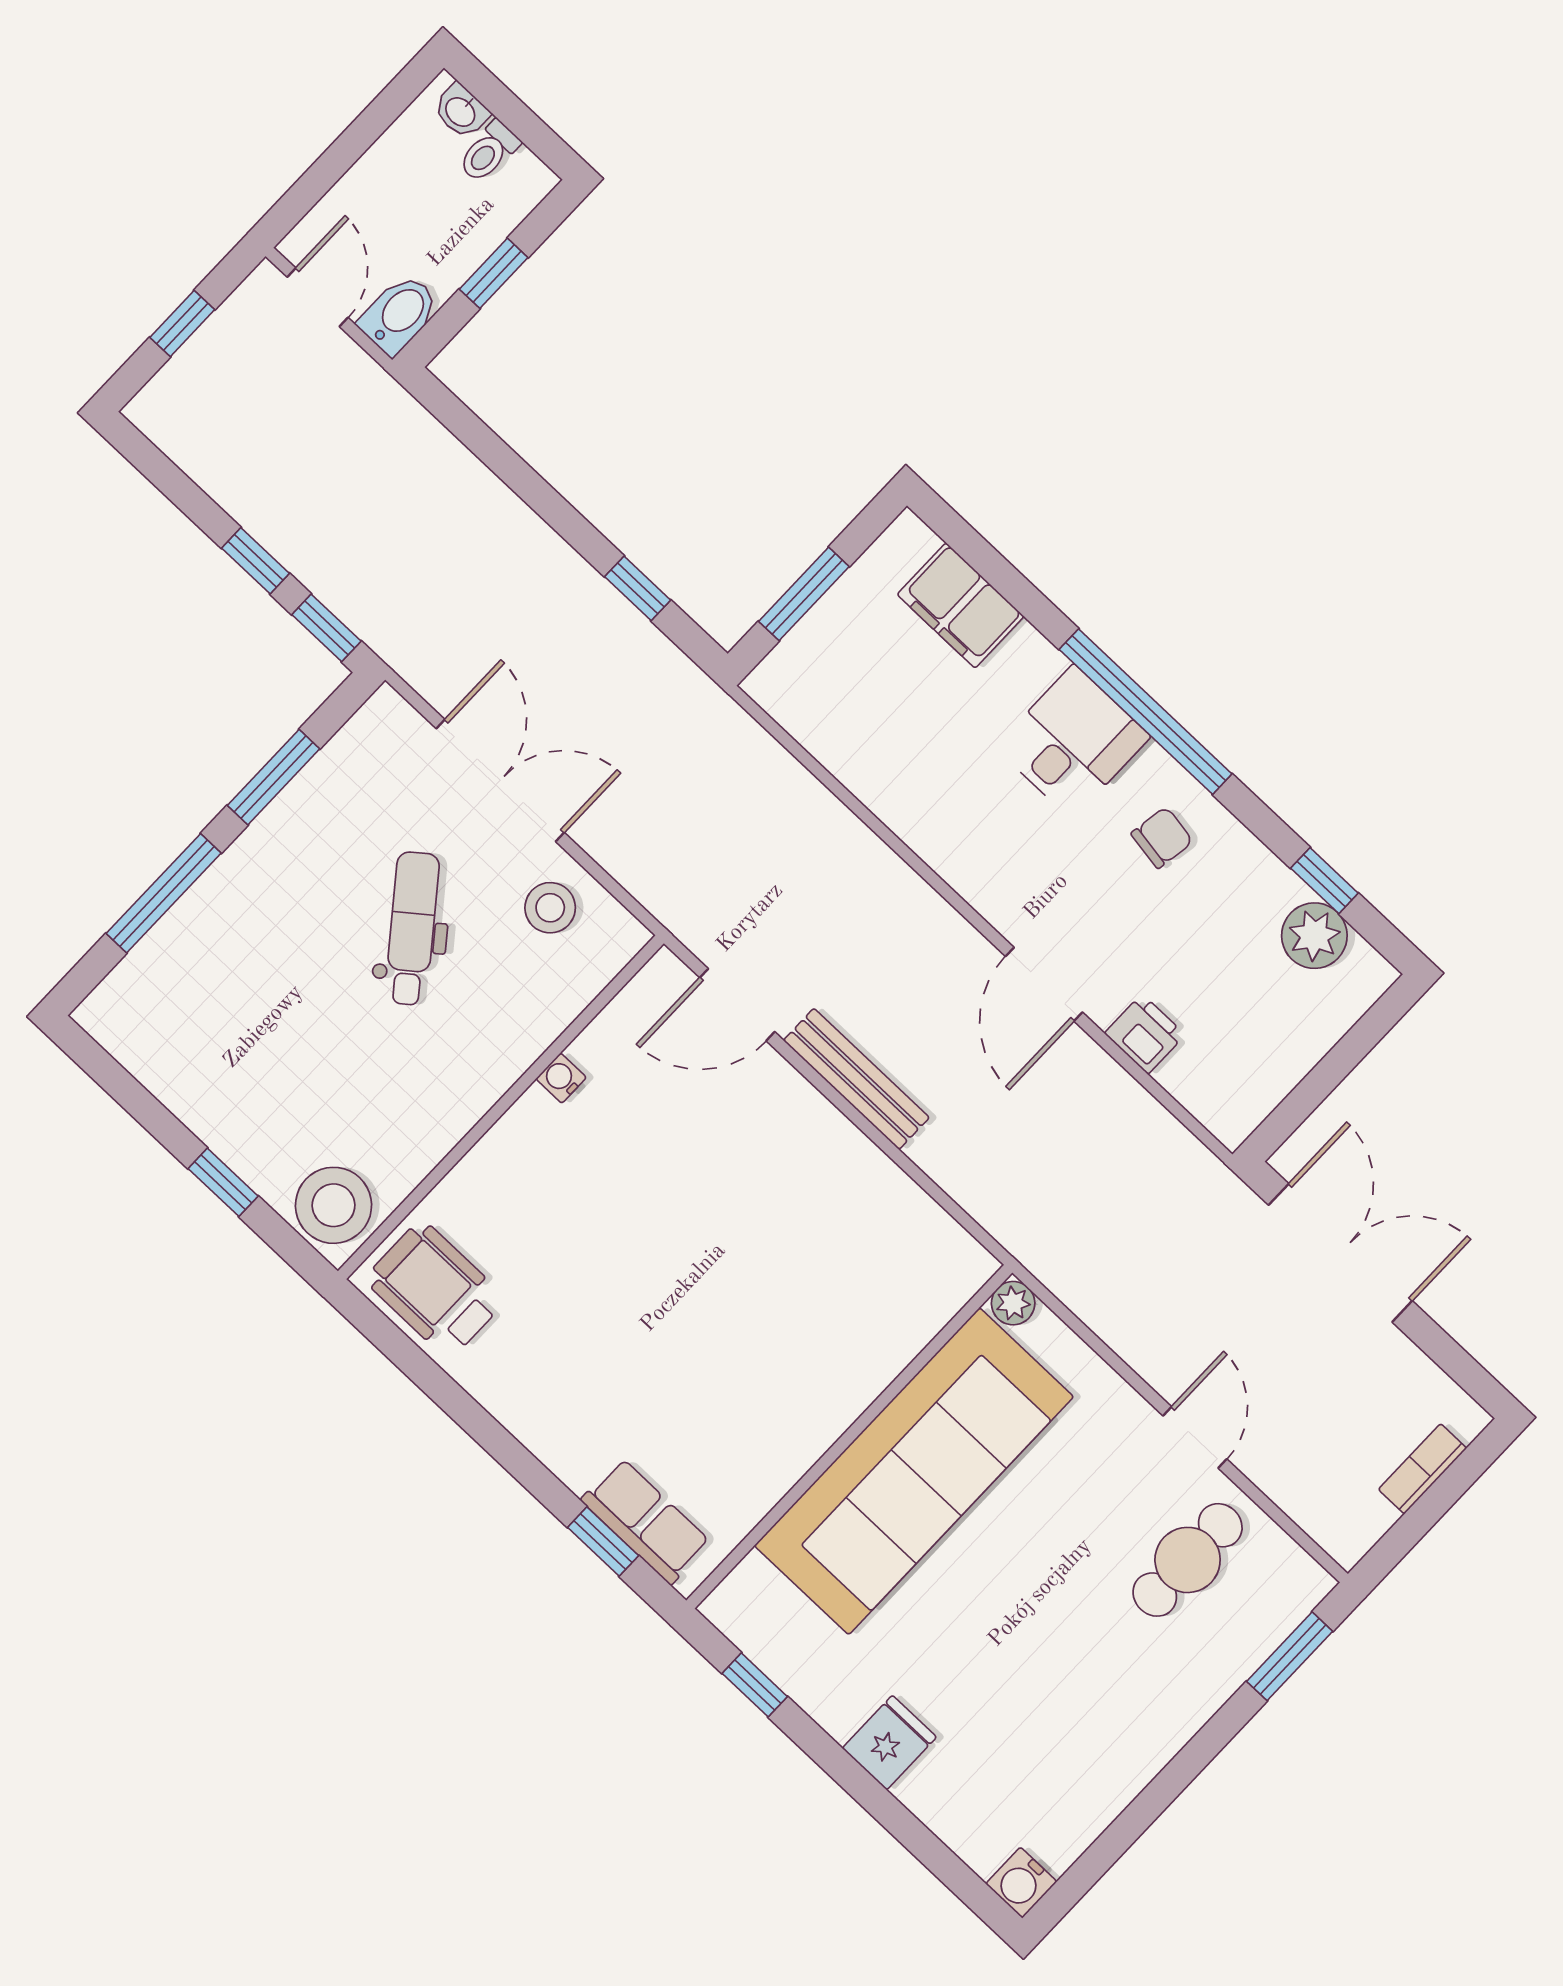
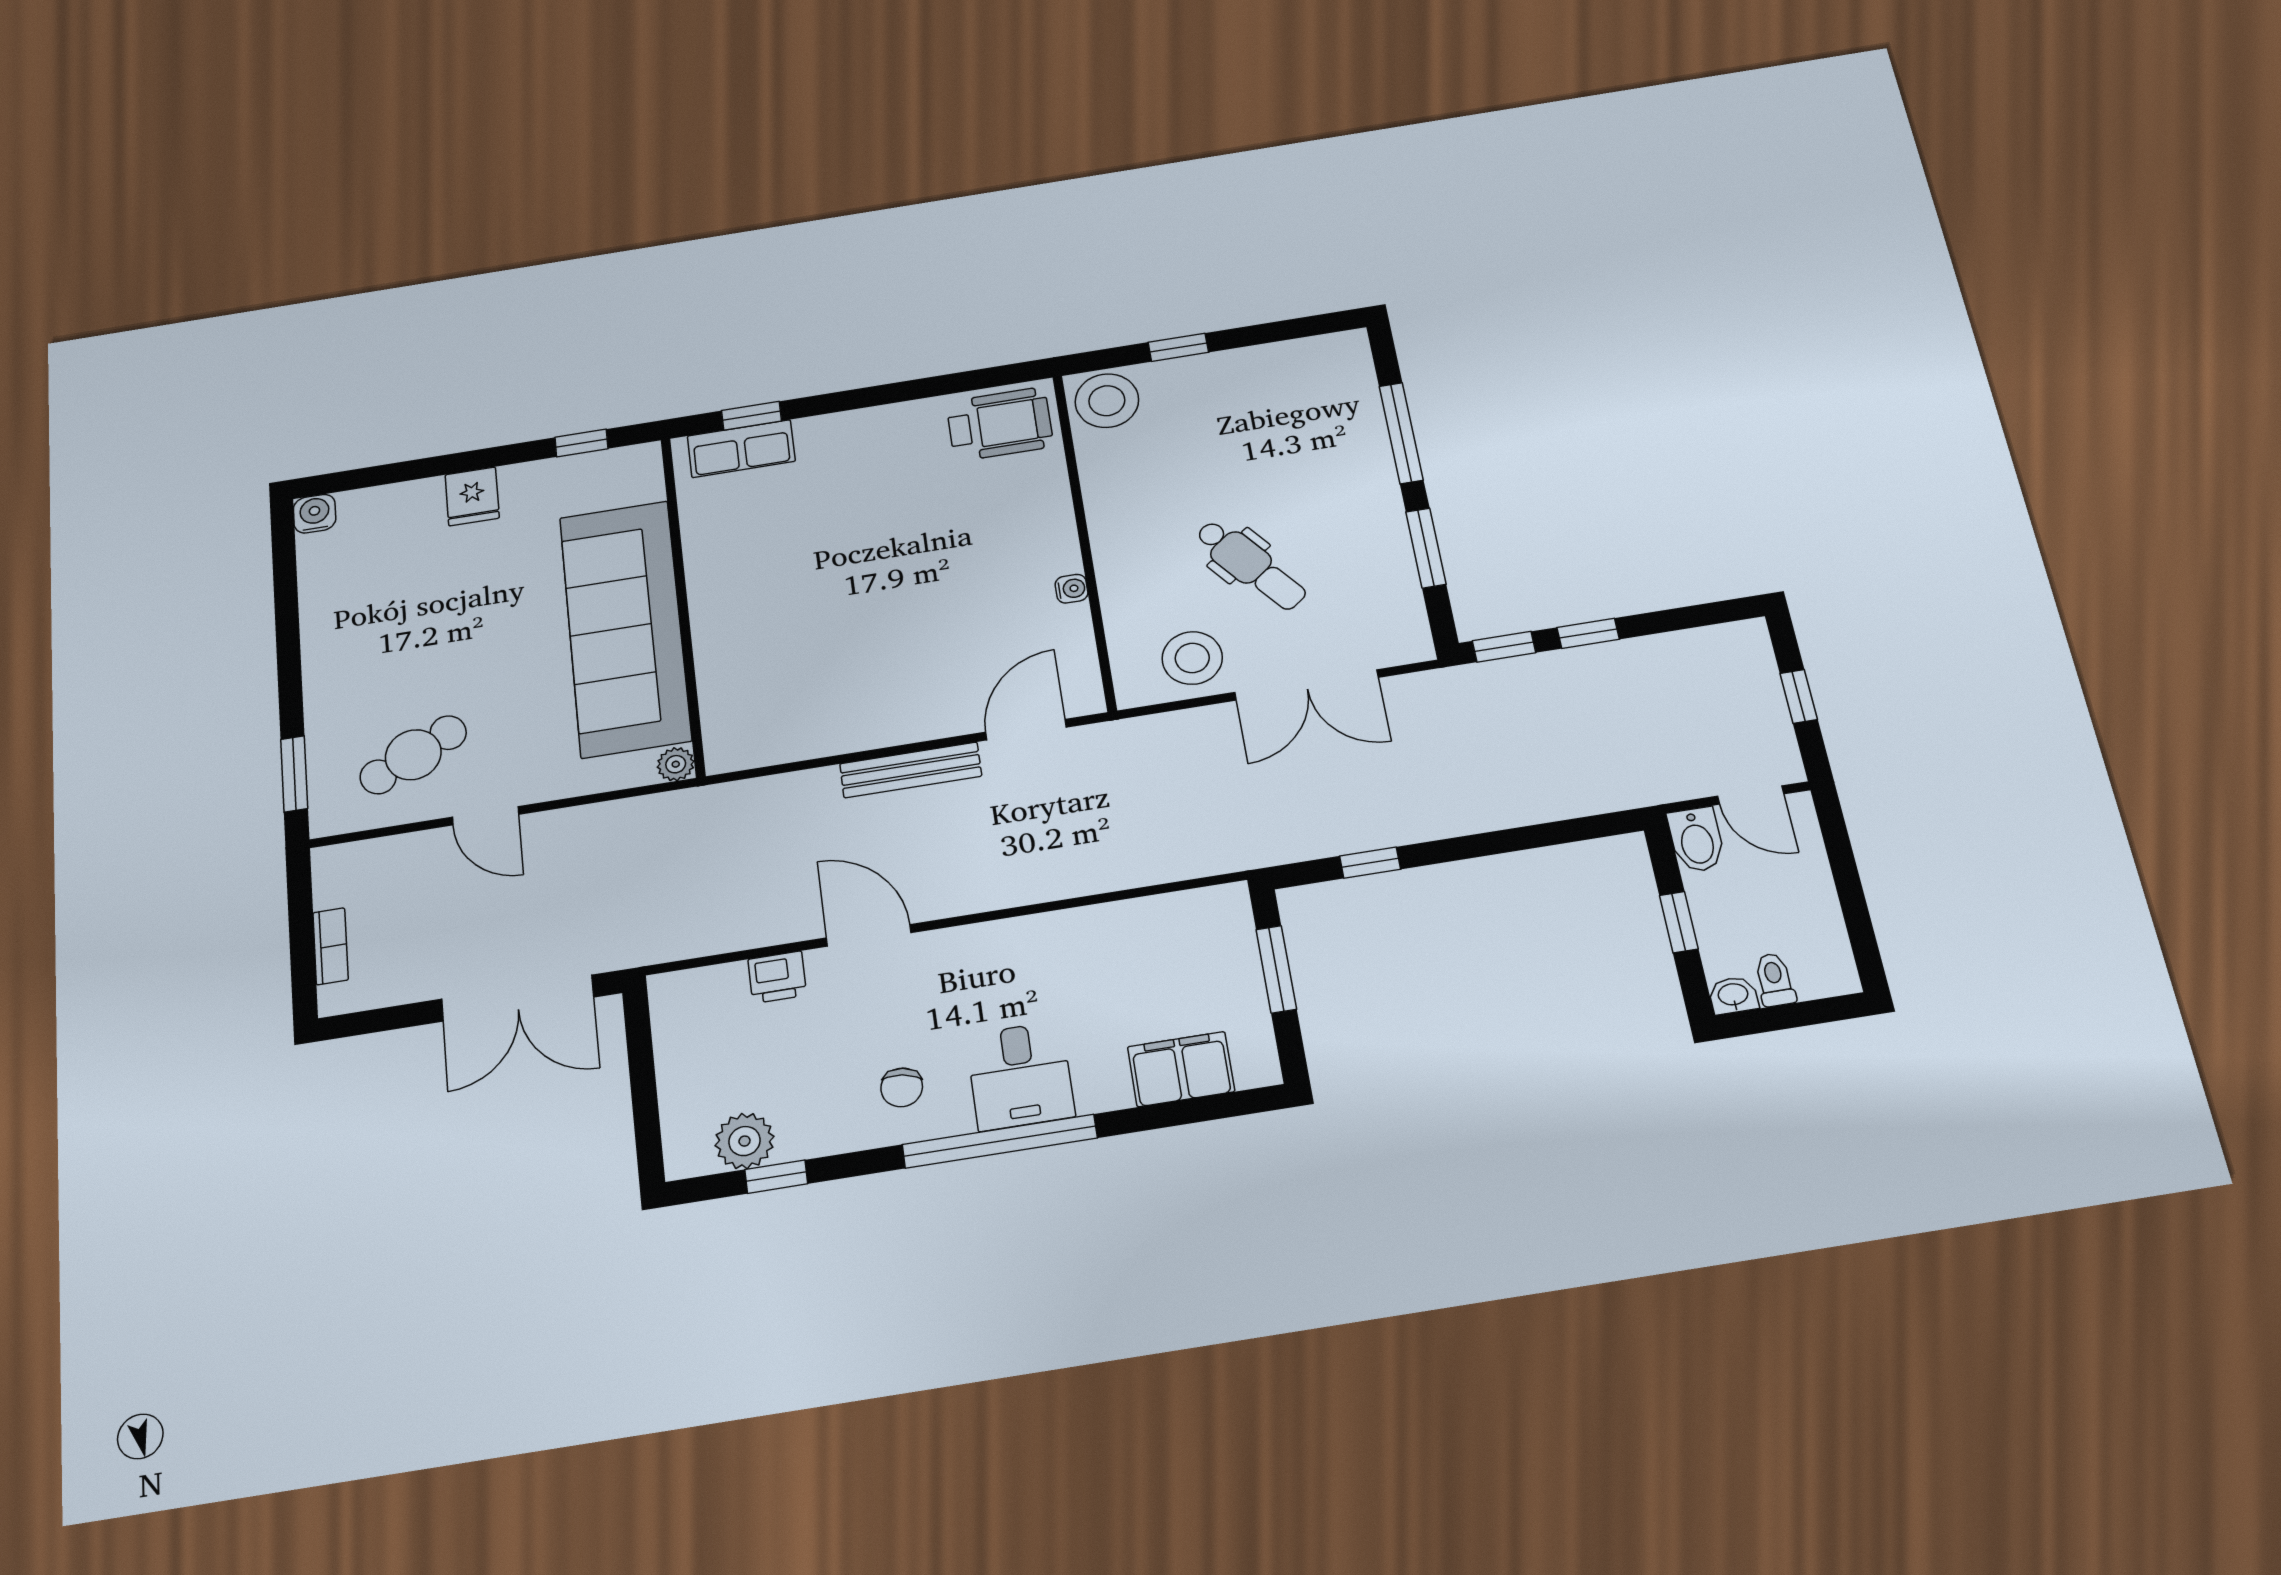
washbasin: (461, 111) -> (1733, 995), moved
stool: (550, 908) -> (1192, 658), width x1.38, depth x1.38
cafe table: (1188, 1560) -> (413, 755), turned 63

